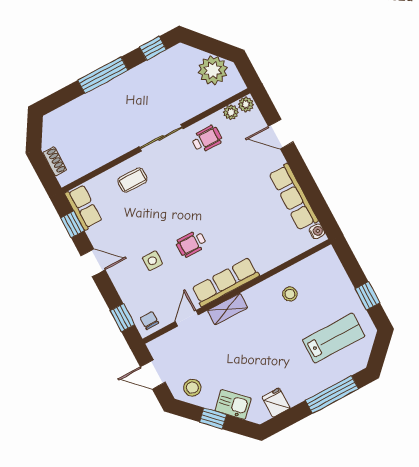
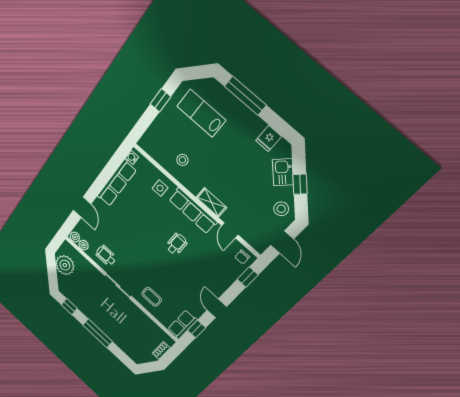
wheelchair: (191, 244) -> (176, 244), turned -90
side table: (152, 261) -> (160, 188), moved
door: (187, 318) -> (230, 230), hinge flipped

